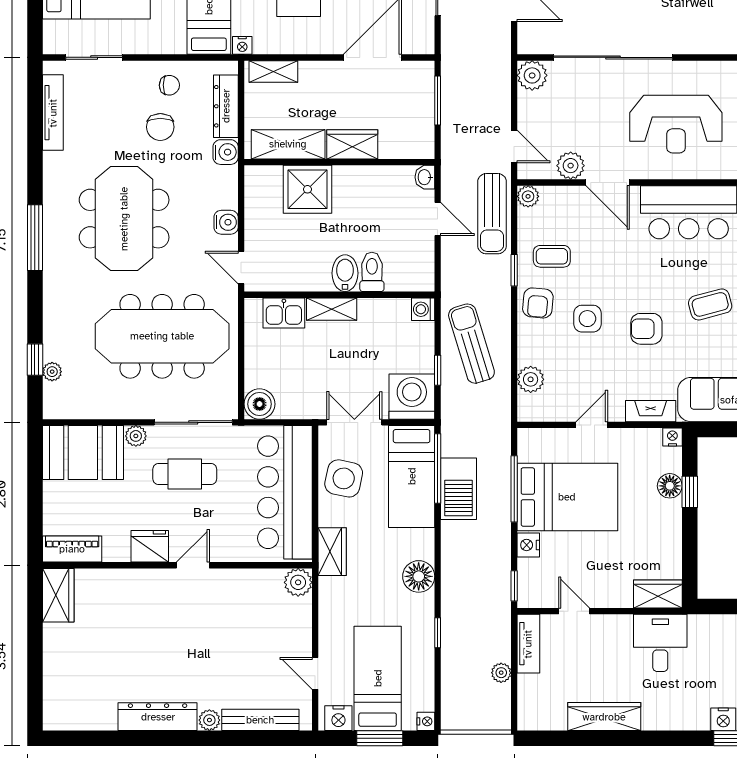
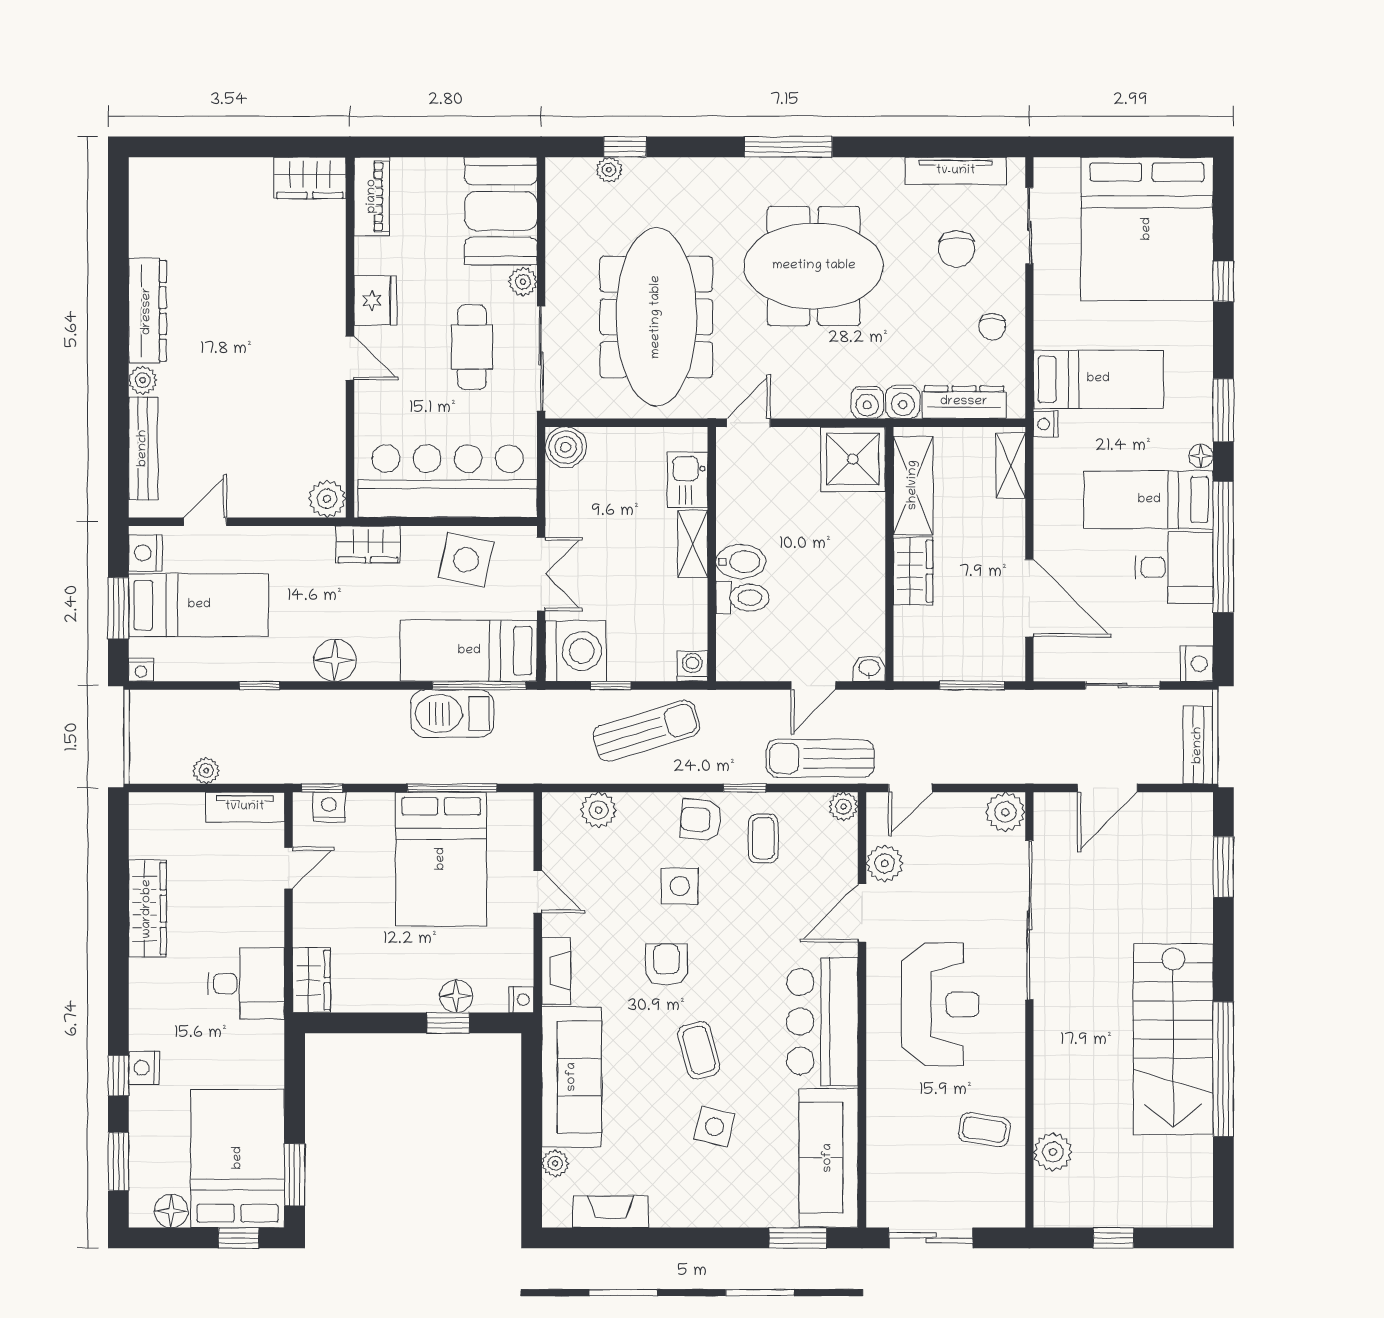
reception desk: (676, 124) -> (940, 1004), turned 180
chair: (160, 127) -> (957, 249), moved, turned -90
shower: (307, 189) -> (853, 459), moved
water cooler: (226, 222) -> (867, 402), moved
nightstand: (528, 545) -> (329, 807), moved

